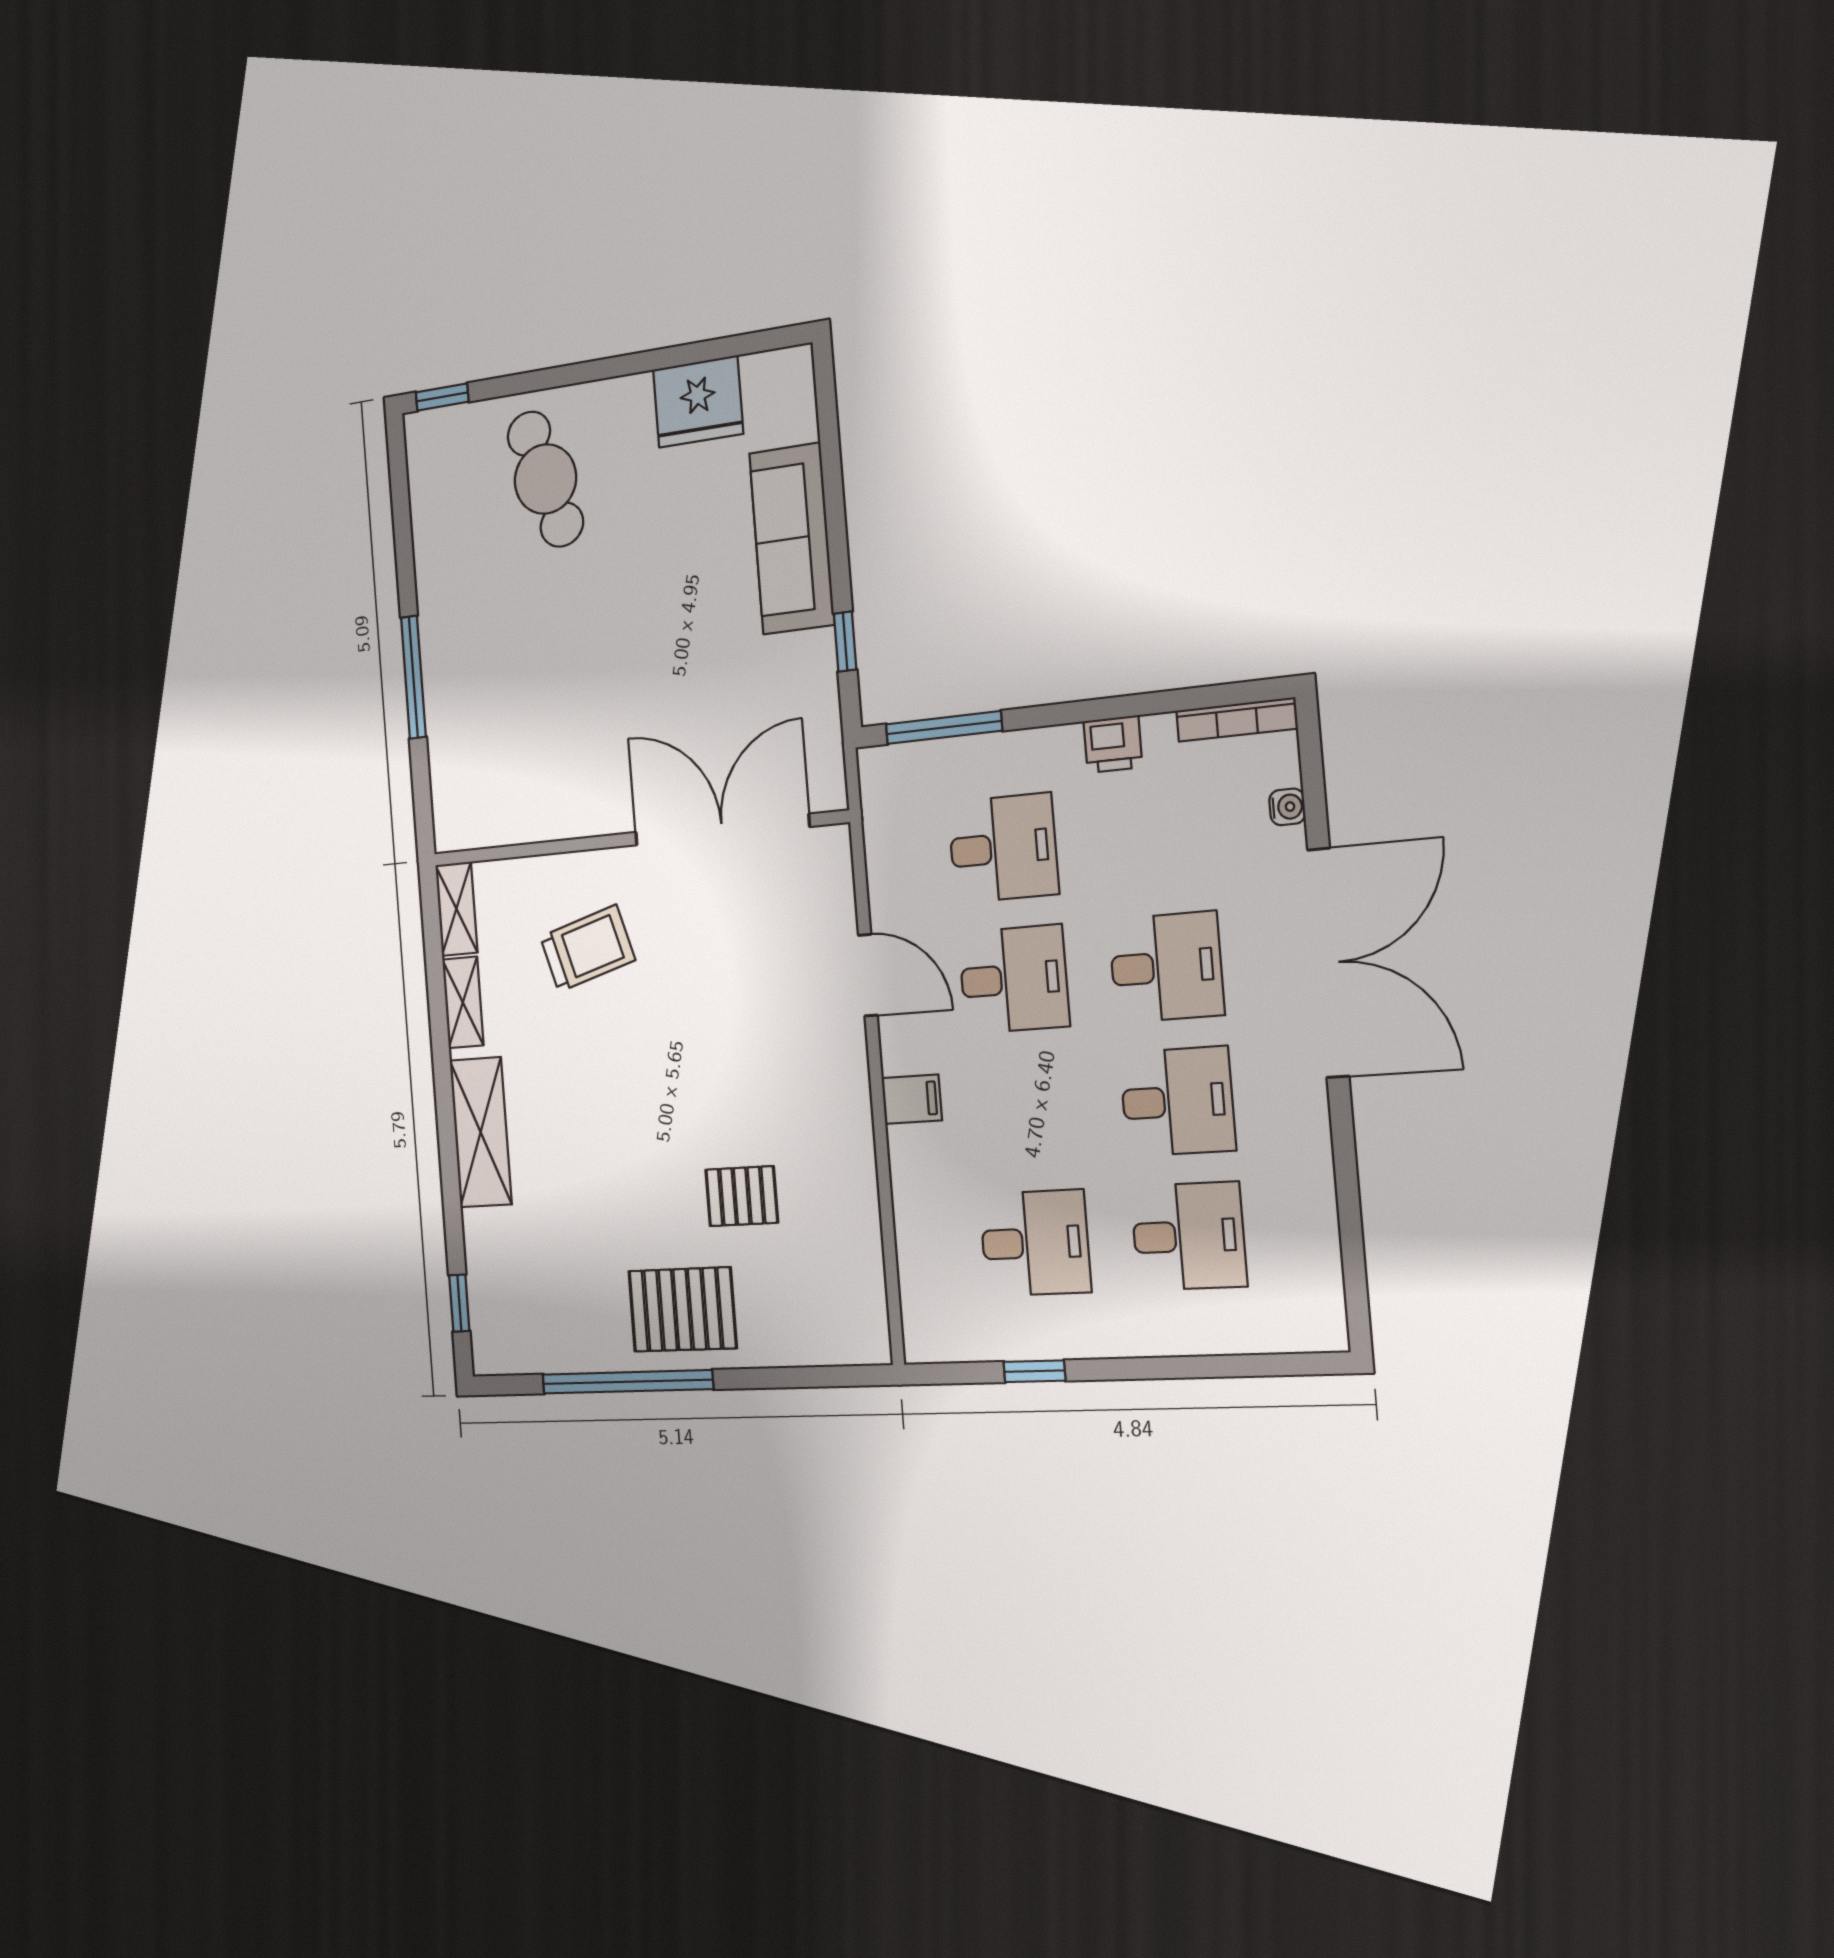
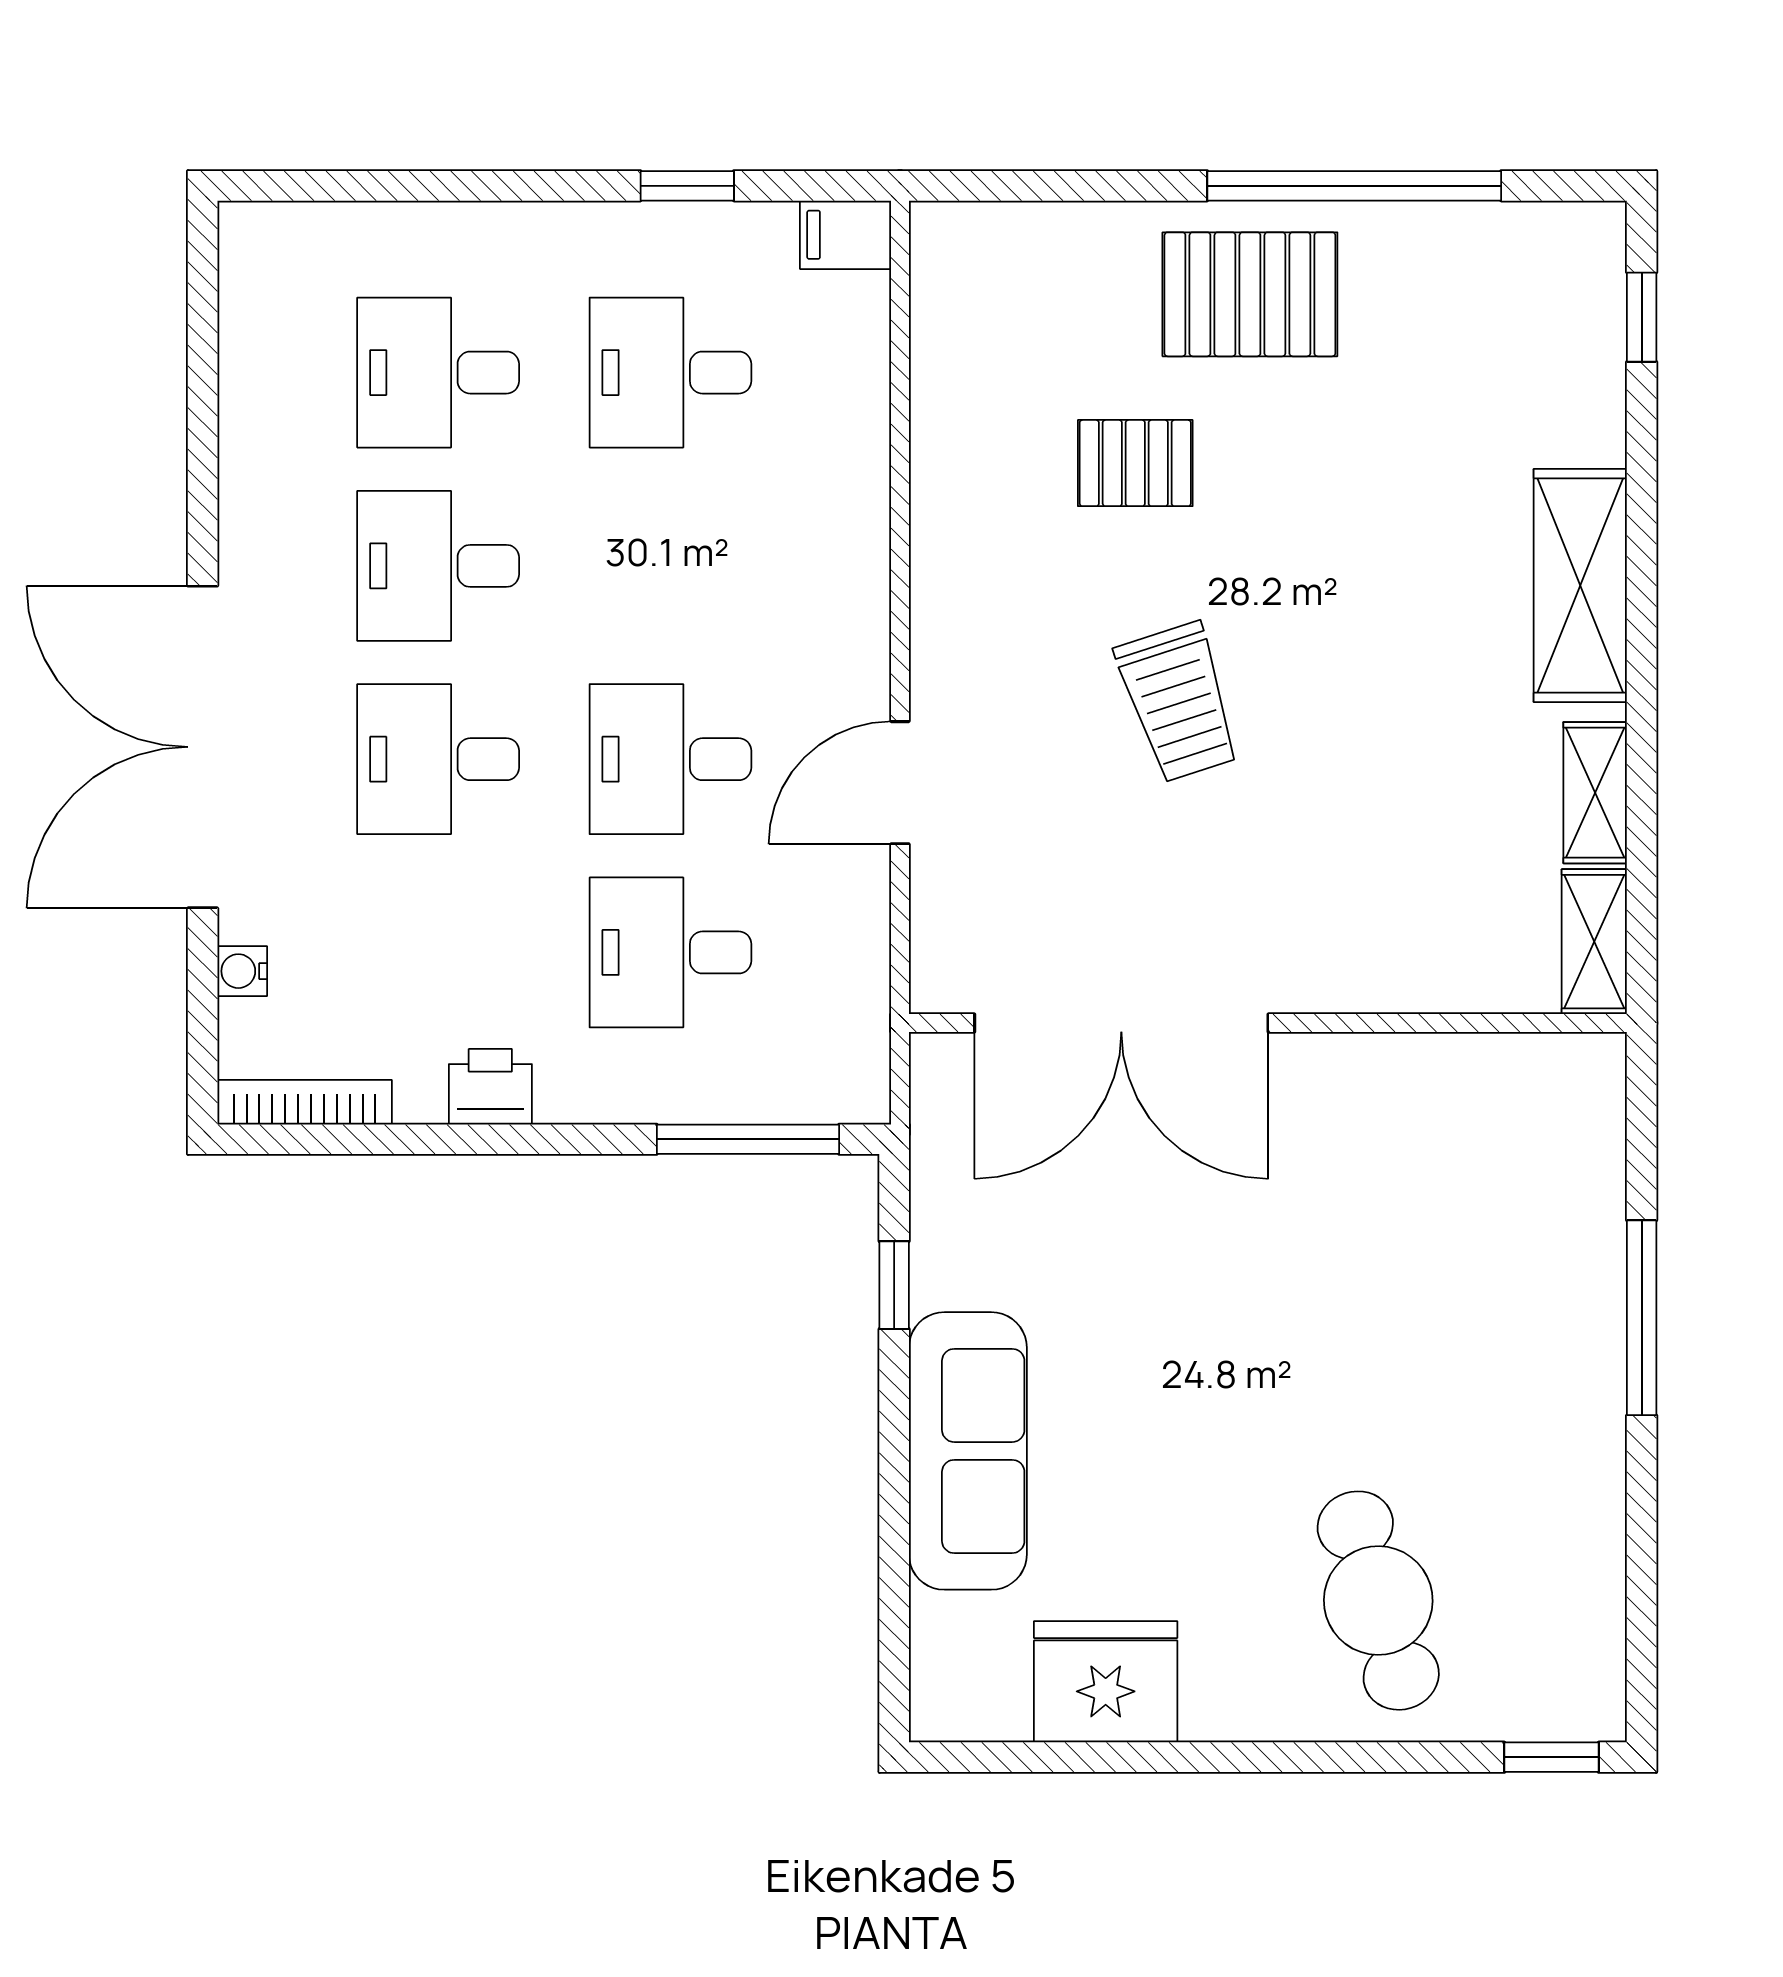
trolley: (587, 948) -> (1178, 702), moved, turned -92
door: (868, 975) -> (900, 783), hinge flipped
filing cabinet: (912, 1099) -> (846, 235), moved

